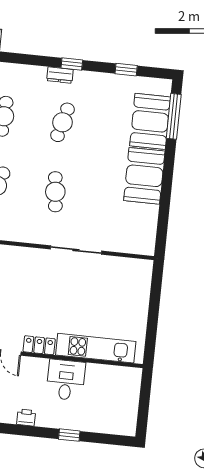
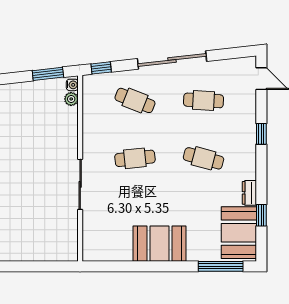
window: (72, 64) -> (261, 134), moved
dresser: (60, 75) -> (249, 193), moved
booth: (150, 121) -> (239, 233), moved, turned 90

